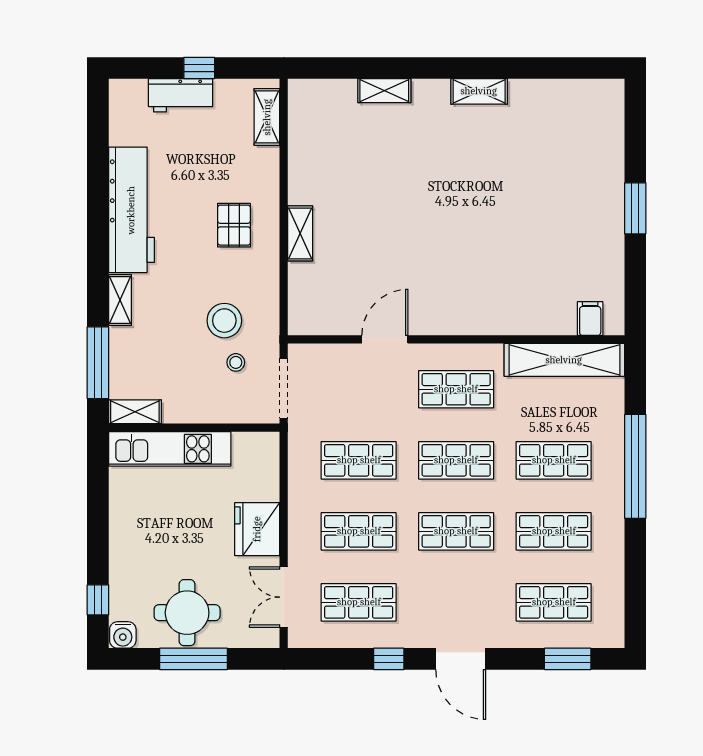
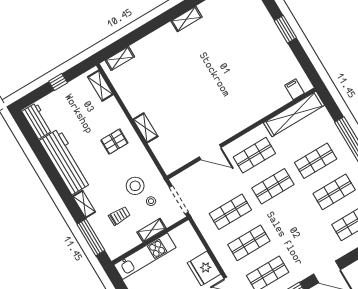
shelving: (384, 91) -> (120, 58), moved
workbench: (181, 95) -> (37, 121), moved, turned -90
pallet: (234, 225) -> (114, 142), turned 90
door: (385, 339) -> (210, 152), swing flipped
trolley: (168, 355) -> (119, 216), added
shelving: (135, 412) -> (152, 230), moved
shop shelf: (456, 531) -> (292, 217), removed

